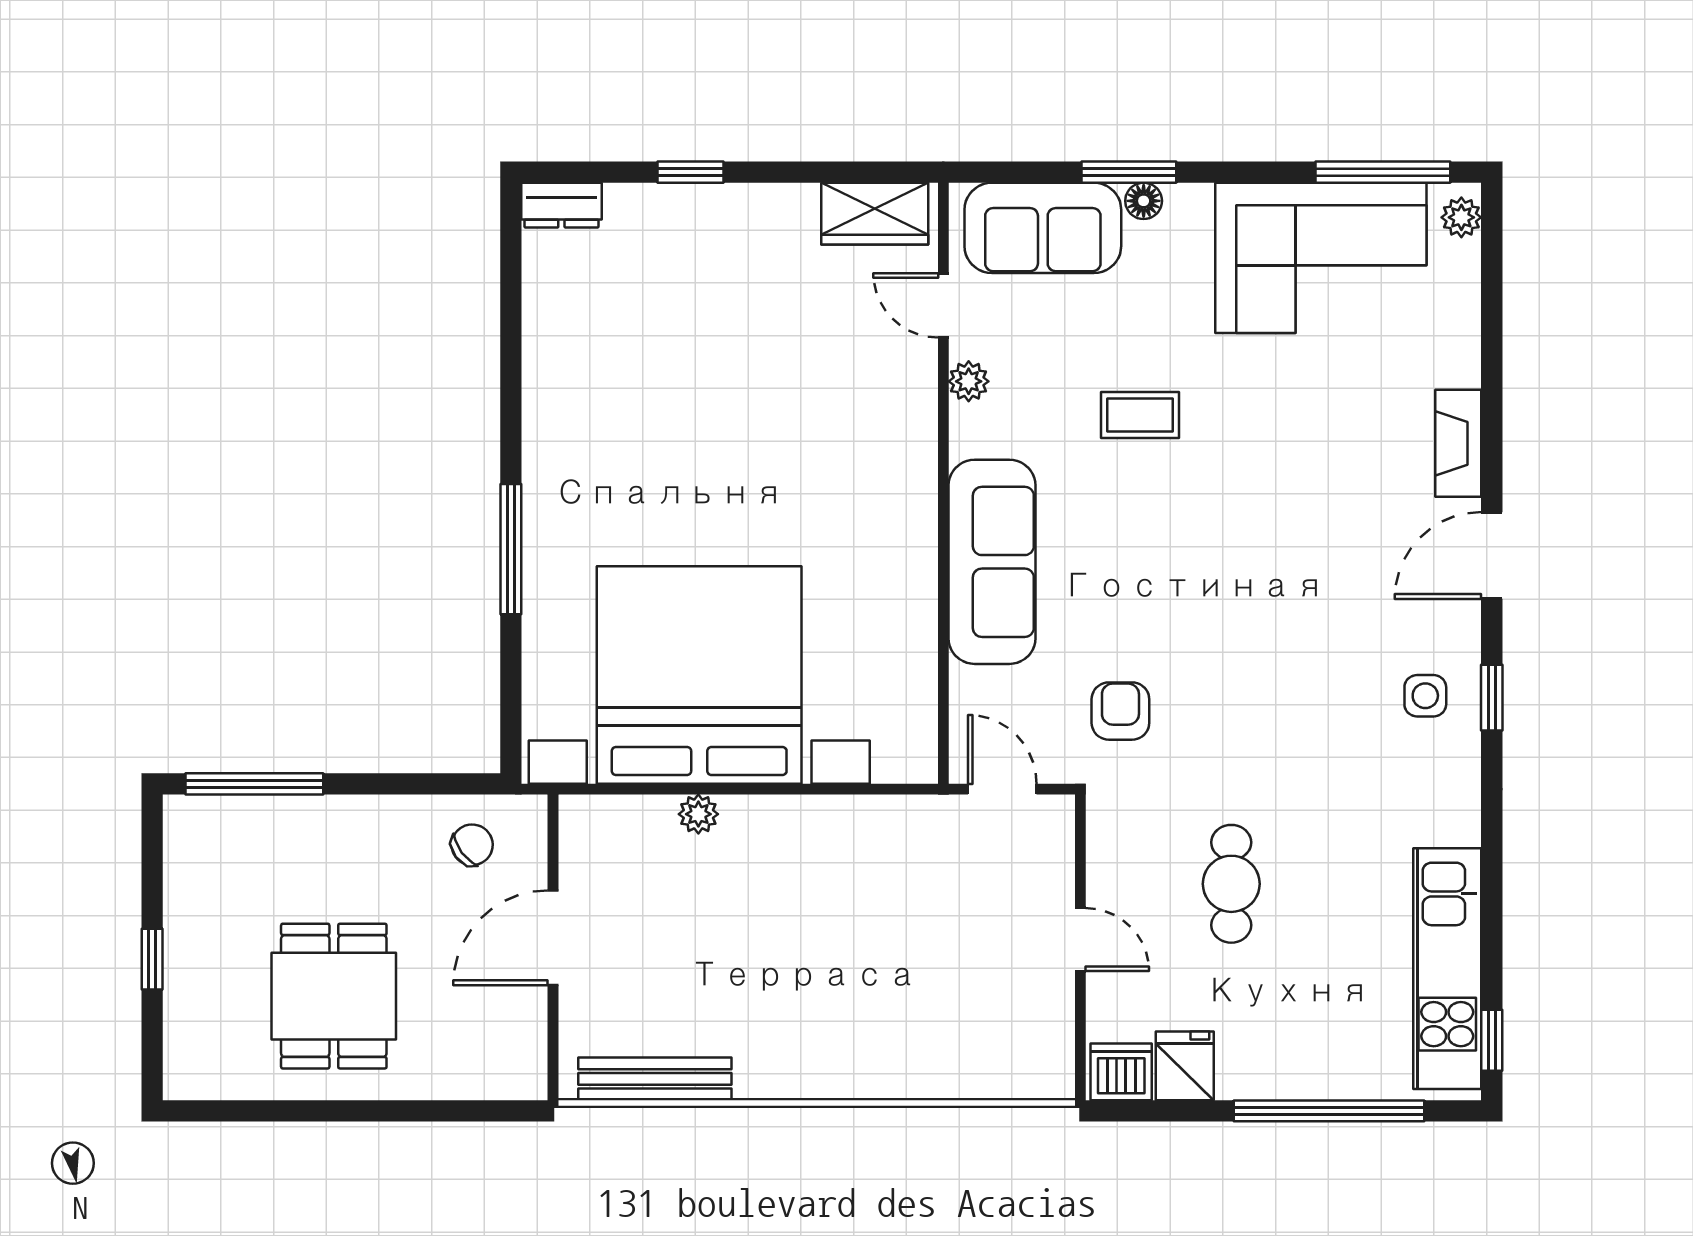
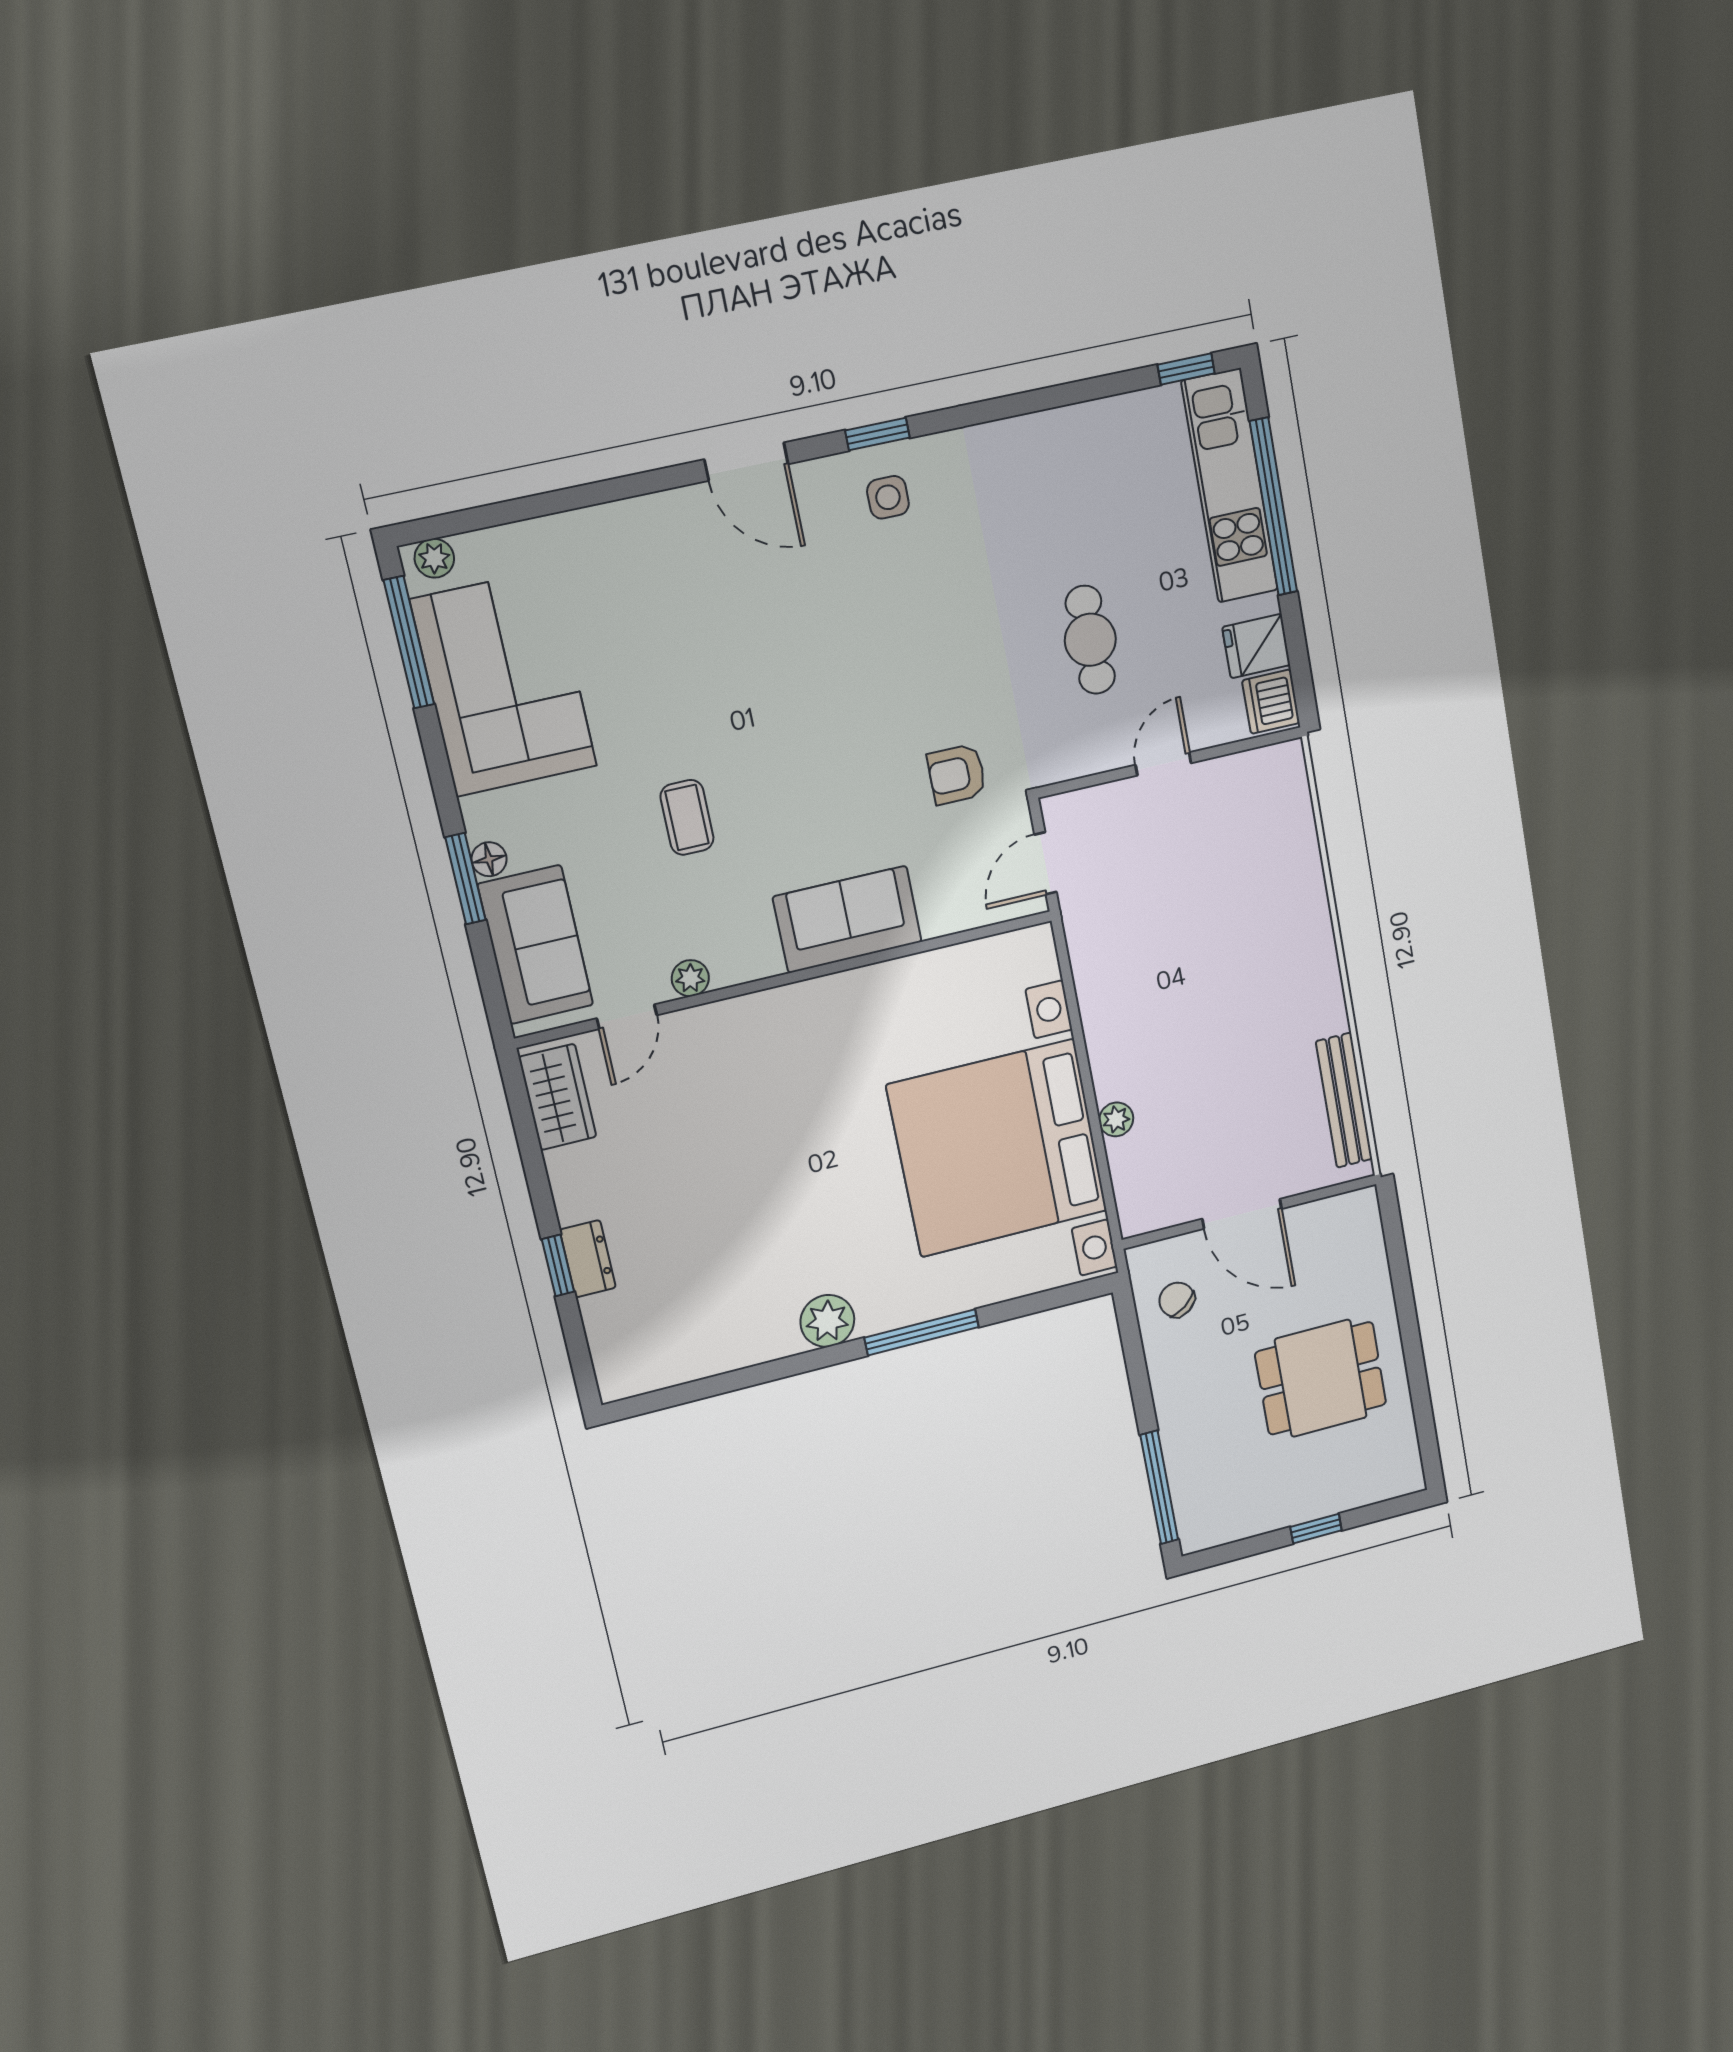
dresser: (561, 205) -> (588, 1259), moved
fireplace: (1458, 443) -> (649, 516), removed
plant: (552, 448) -> (827, 1321), added
sofa: (992, 562) -> (847, 919), width x0.73
cafe table: (1231, 884) -> (1090, 640), turned 90
kitchen unit: (1447, 969) -> (1230, 486), moved, turned 90

